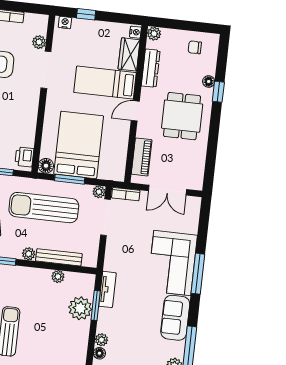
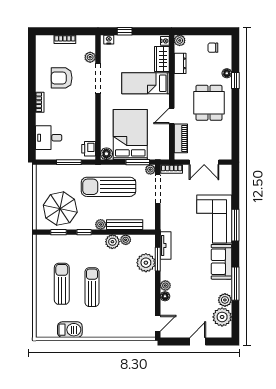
dresser: (151, 68) -> (180, 63), width x0.70
door: (135, 111) -> (172, 116), moved
window: (70, 179) -> (138, 162), moved
plant: (41, 277) -> (112, 242), added

